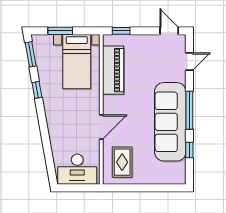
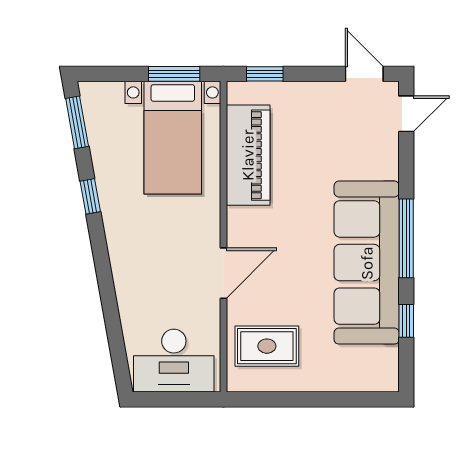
window: (60, 31) -> (174, 74), moved
door: (189, 62) -> (406, 114), moved
rug: (122, 162) -> (267, 346), turned 90

